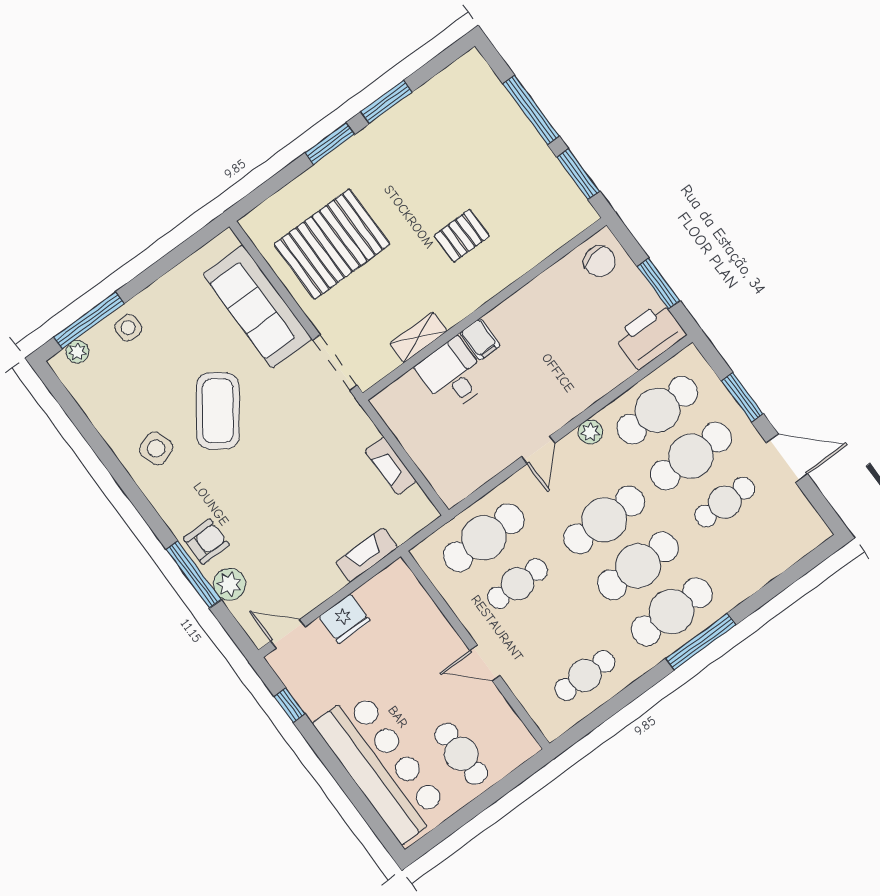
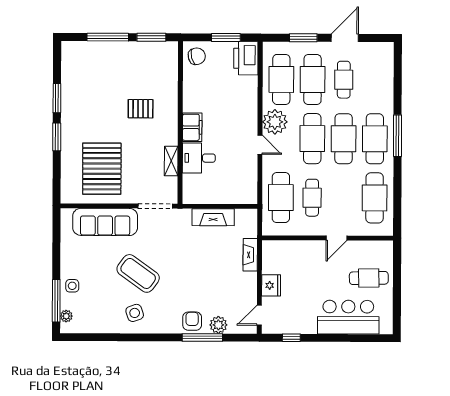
pallet: (462, 236) -> (141, 109), turned 90
filing cabinet: (480, 339) -> (192, 127), width x2.00
plant: (590, 432) -> (275, 122), width x1.88, depth x1.88
fireplace: (391, 466) -> (213, 217), width x1.37, depth x1.32
cafe table: (585, 675) -> (375, 198), width x1.37, depth x1.35
bar counter: (382, 766) -> (348, 317), width x0.73

